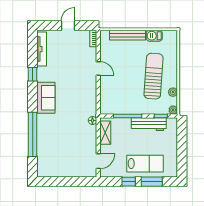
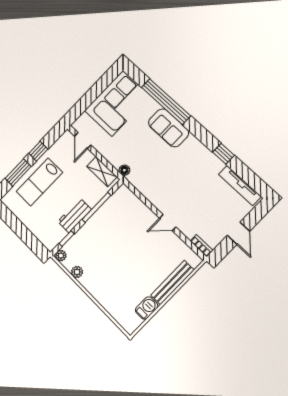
sun lounger: (154, 76) -> (109, 269), removed
sofa: (46, 98) -> (168, 128), moved
workbench: (149, 124) -> (74, 215), width x0.73
corner sofa: (59, 162) -> (117, 103), added

